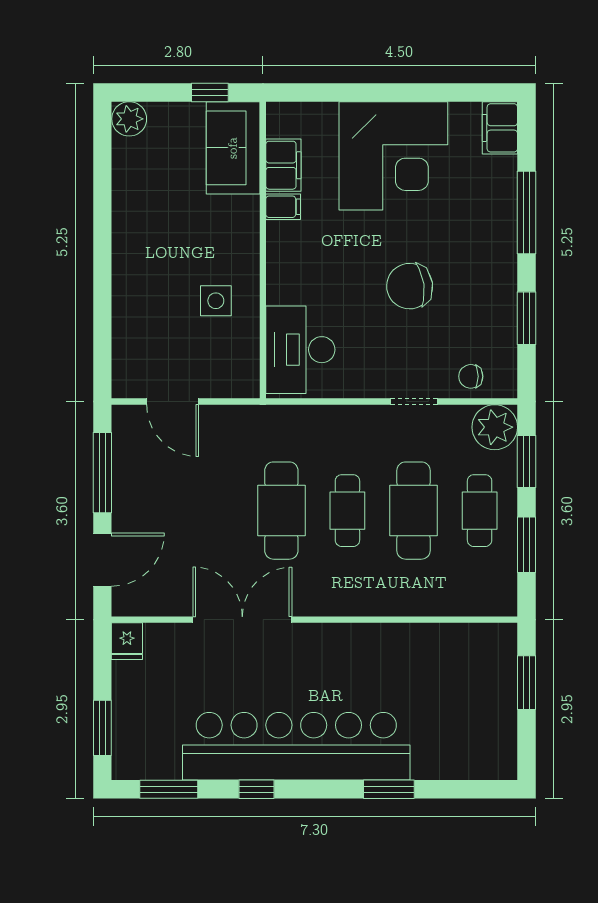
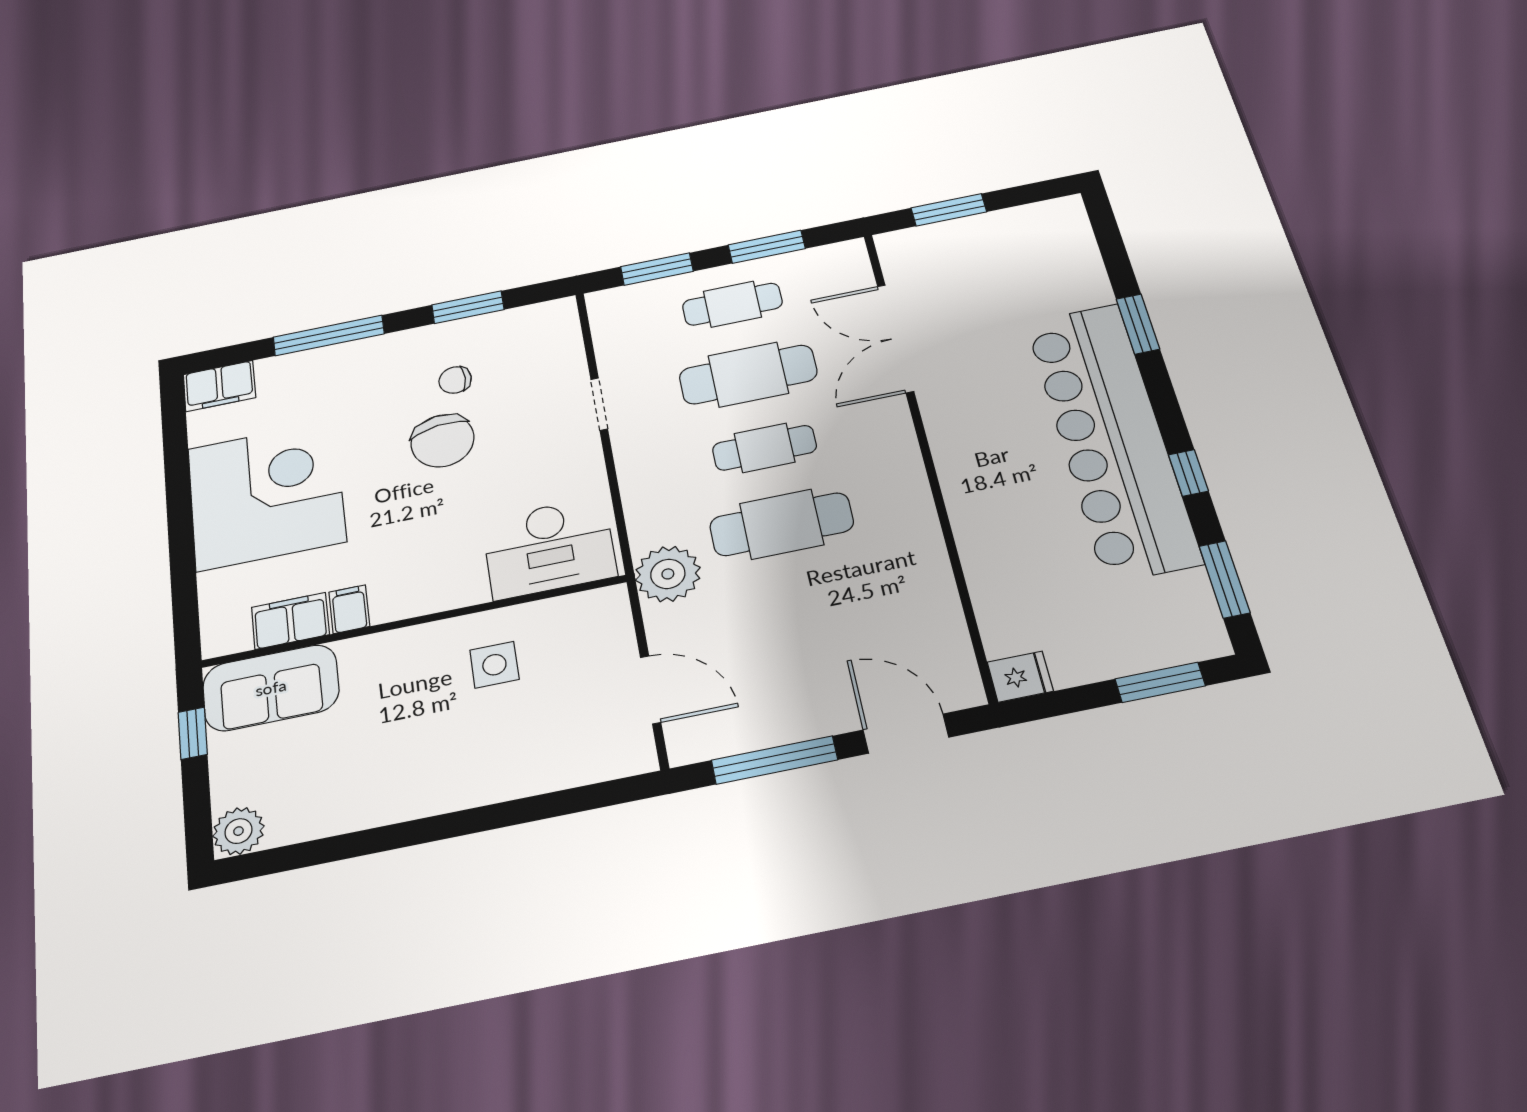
chair: (471, 376) -> (455, 380), moved, turned 90
door: (173, 402) -> (651, 690), hinge flipped
plant: (495, 427) -> (668, 574), moved
double door: (242, 620) -> (895, 338), moved

